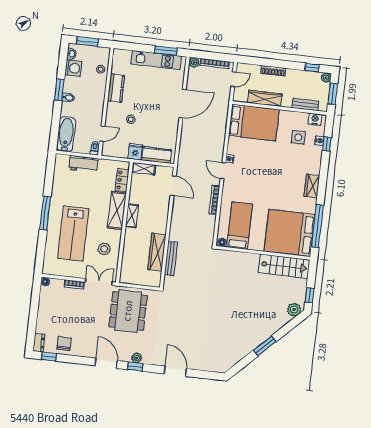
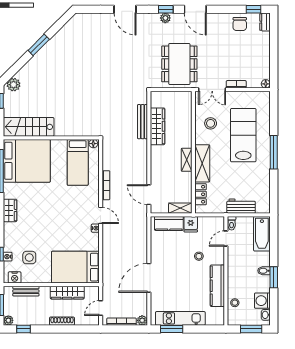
kitchen counter: (116, 88) -> (217, 286), width x1.50

